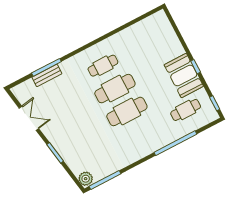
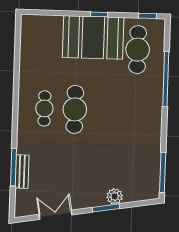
booth: (184, 76) -> (93, 37), width x1.36, depth x1.42
cafe table: (186, 110) -> (138, 50), width x1.37, depth x1.35
cafe table: (127, 111) -> (105, 110), removed
plant: (86, 179) -> (115, 196), moved

